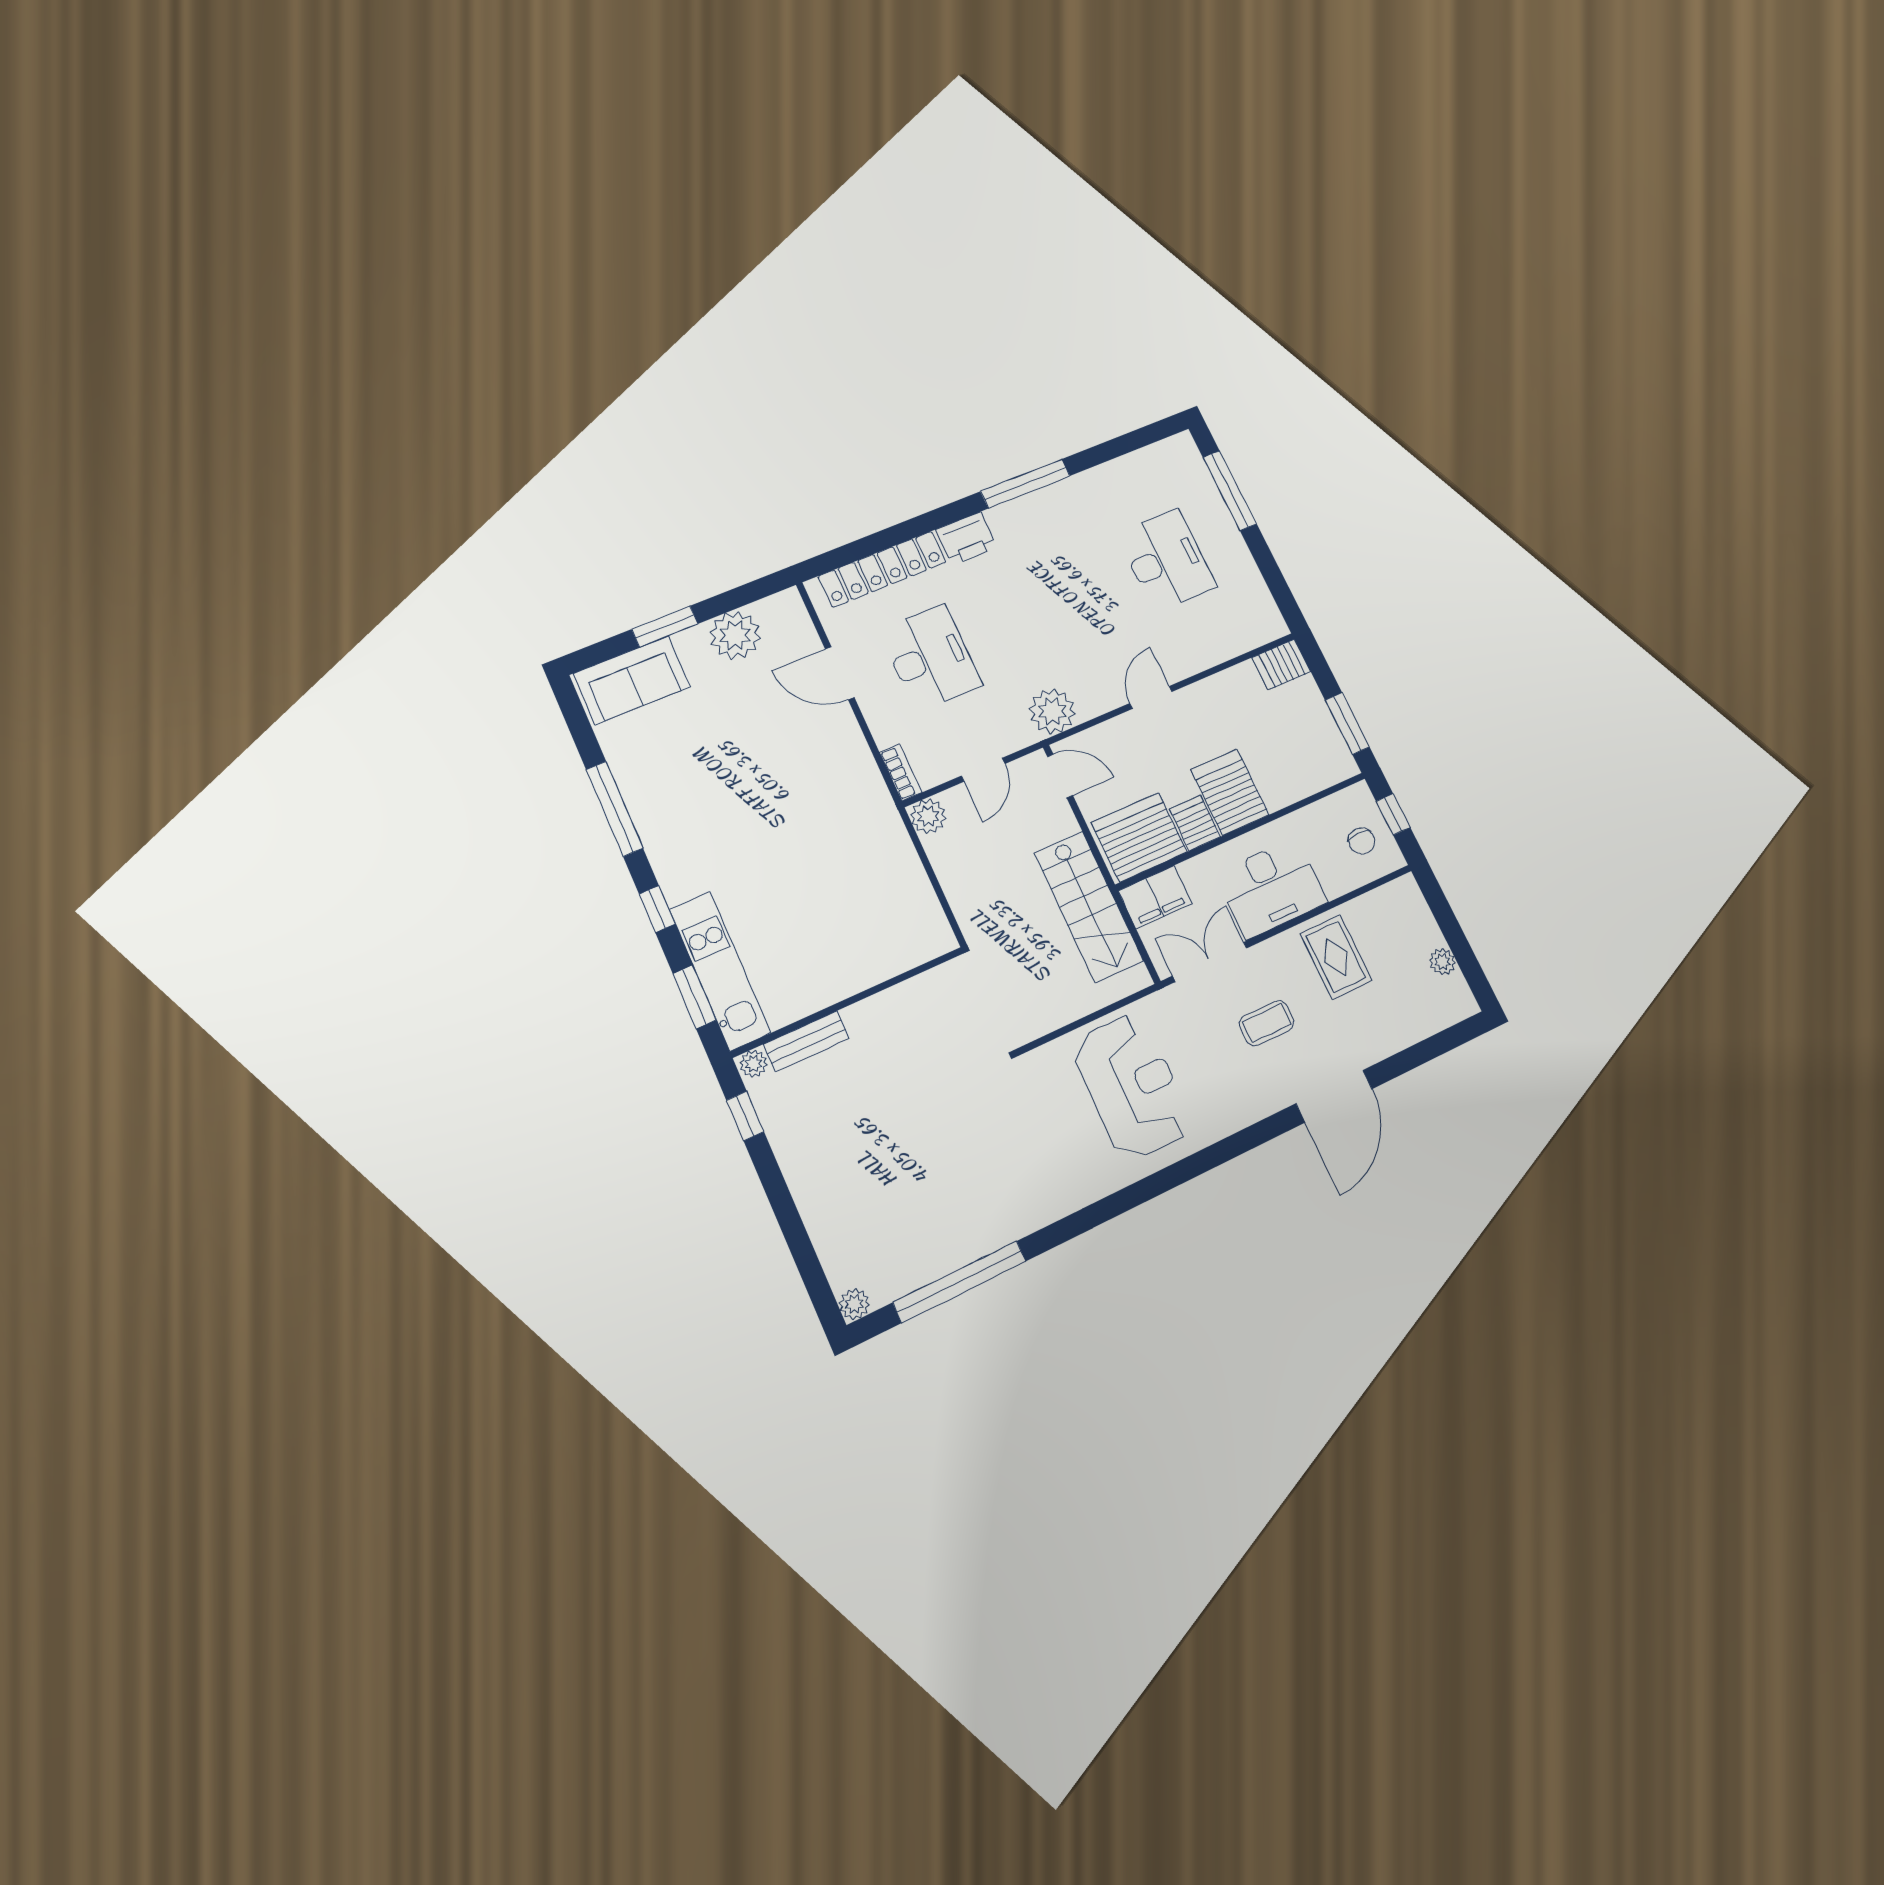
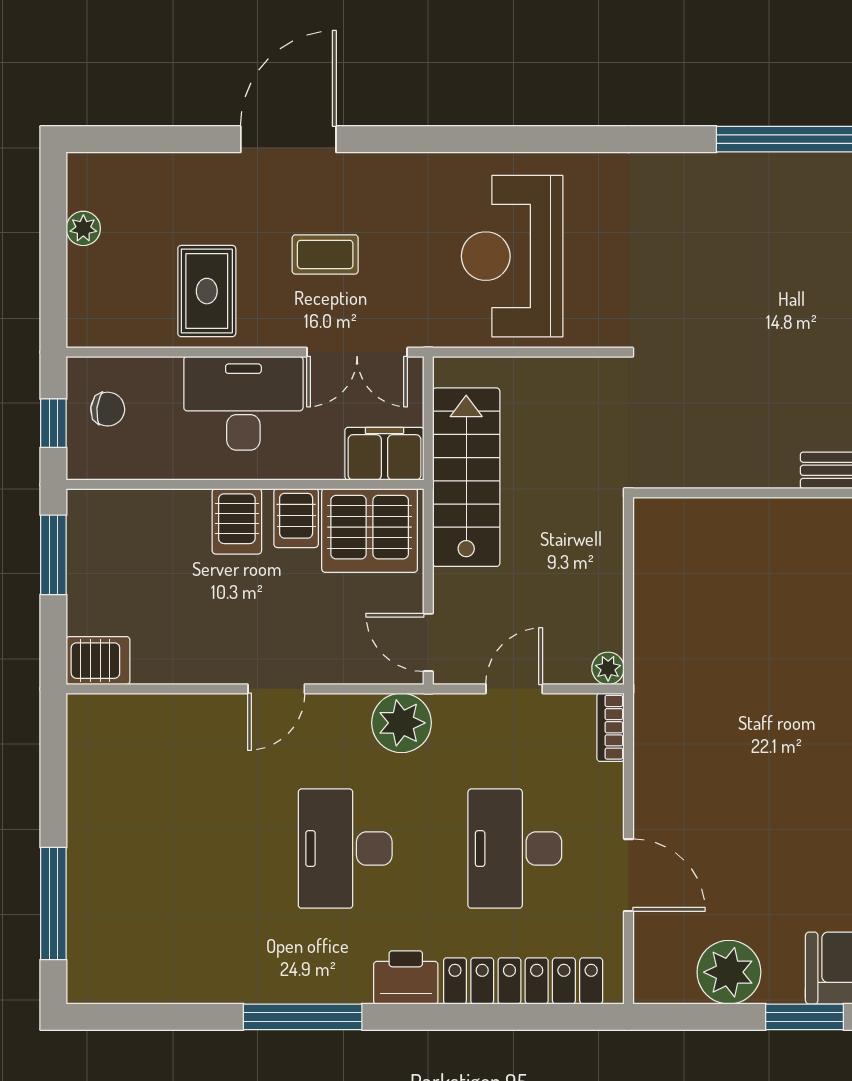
desk: (1166, 560) -> (345, 849), moved
server rack: (1230, 792) -> (237, 521), width x0.73, depth x0.70
plant: (928, 816) -> (608, 668), width x0.73, depth x0.73
chair: (1362, 841) -> (108, 409), turned 96

